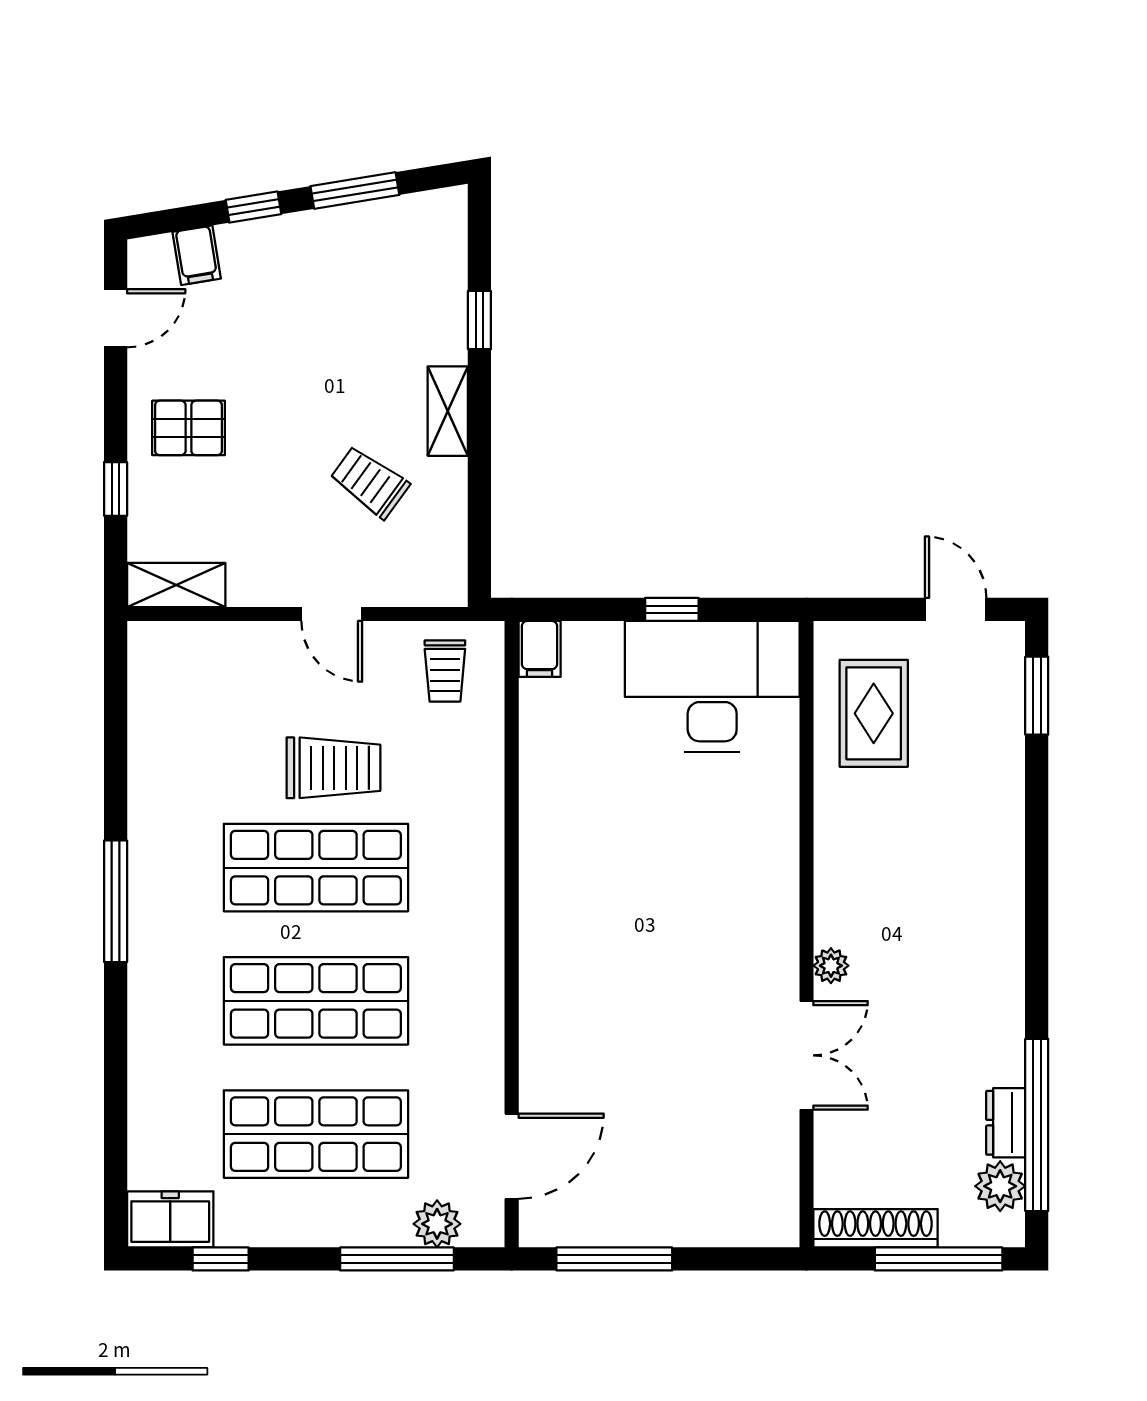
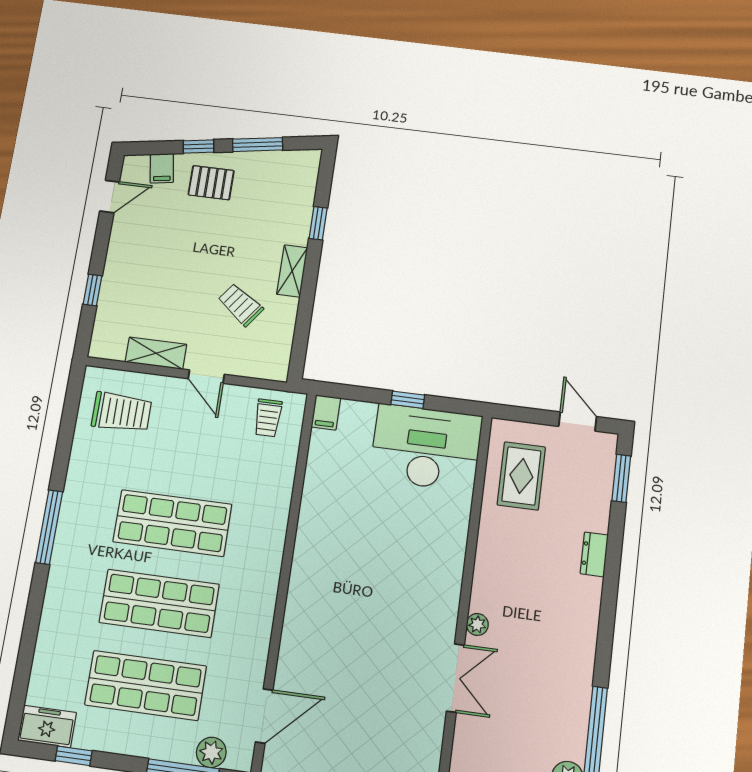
pallet: (188, 428) -> (211, 183), moved
shelving: (176, 585) -> (156, 353), moved
trolley: (333, 768) -> (122, 412), moved
dresser: (1006, 1123) -> (594, 554), moved

